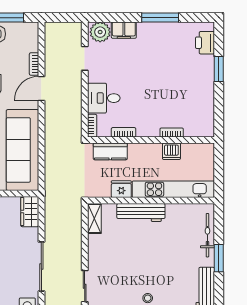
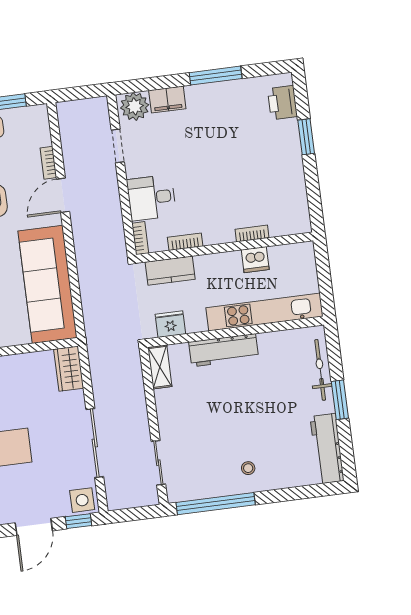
fridge: (121, 189) -> (170, 324), moved

